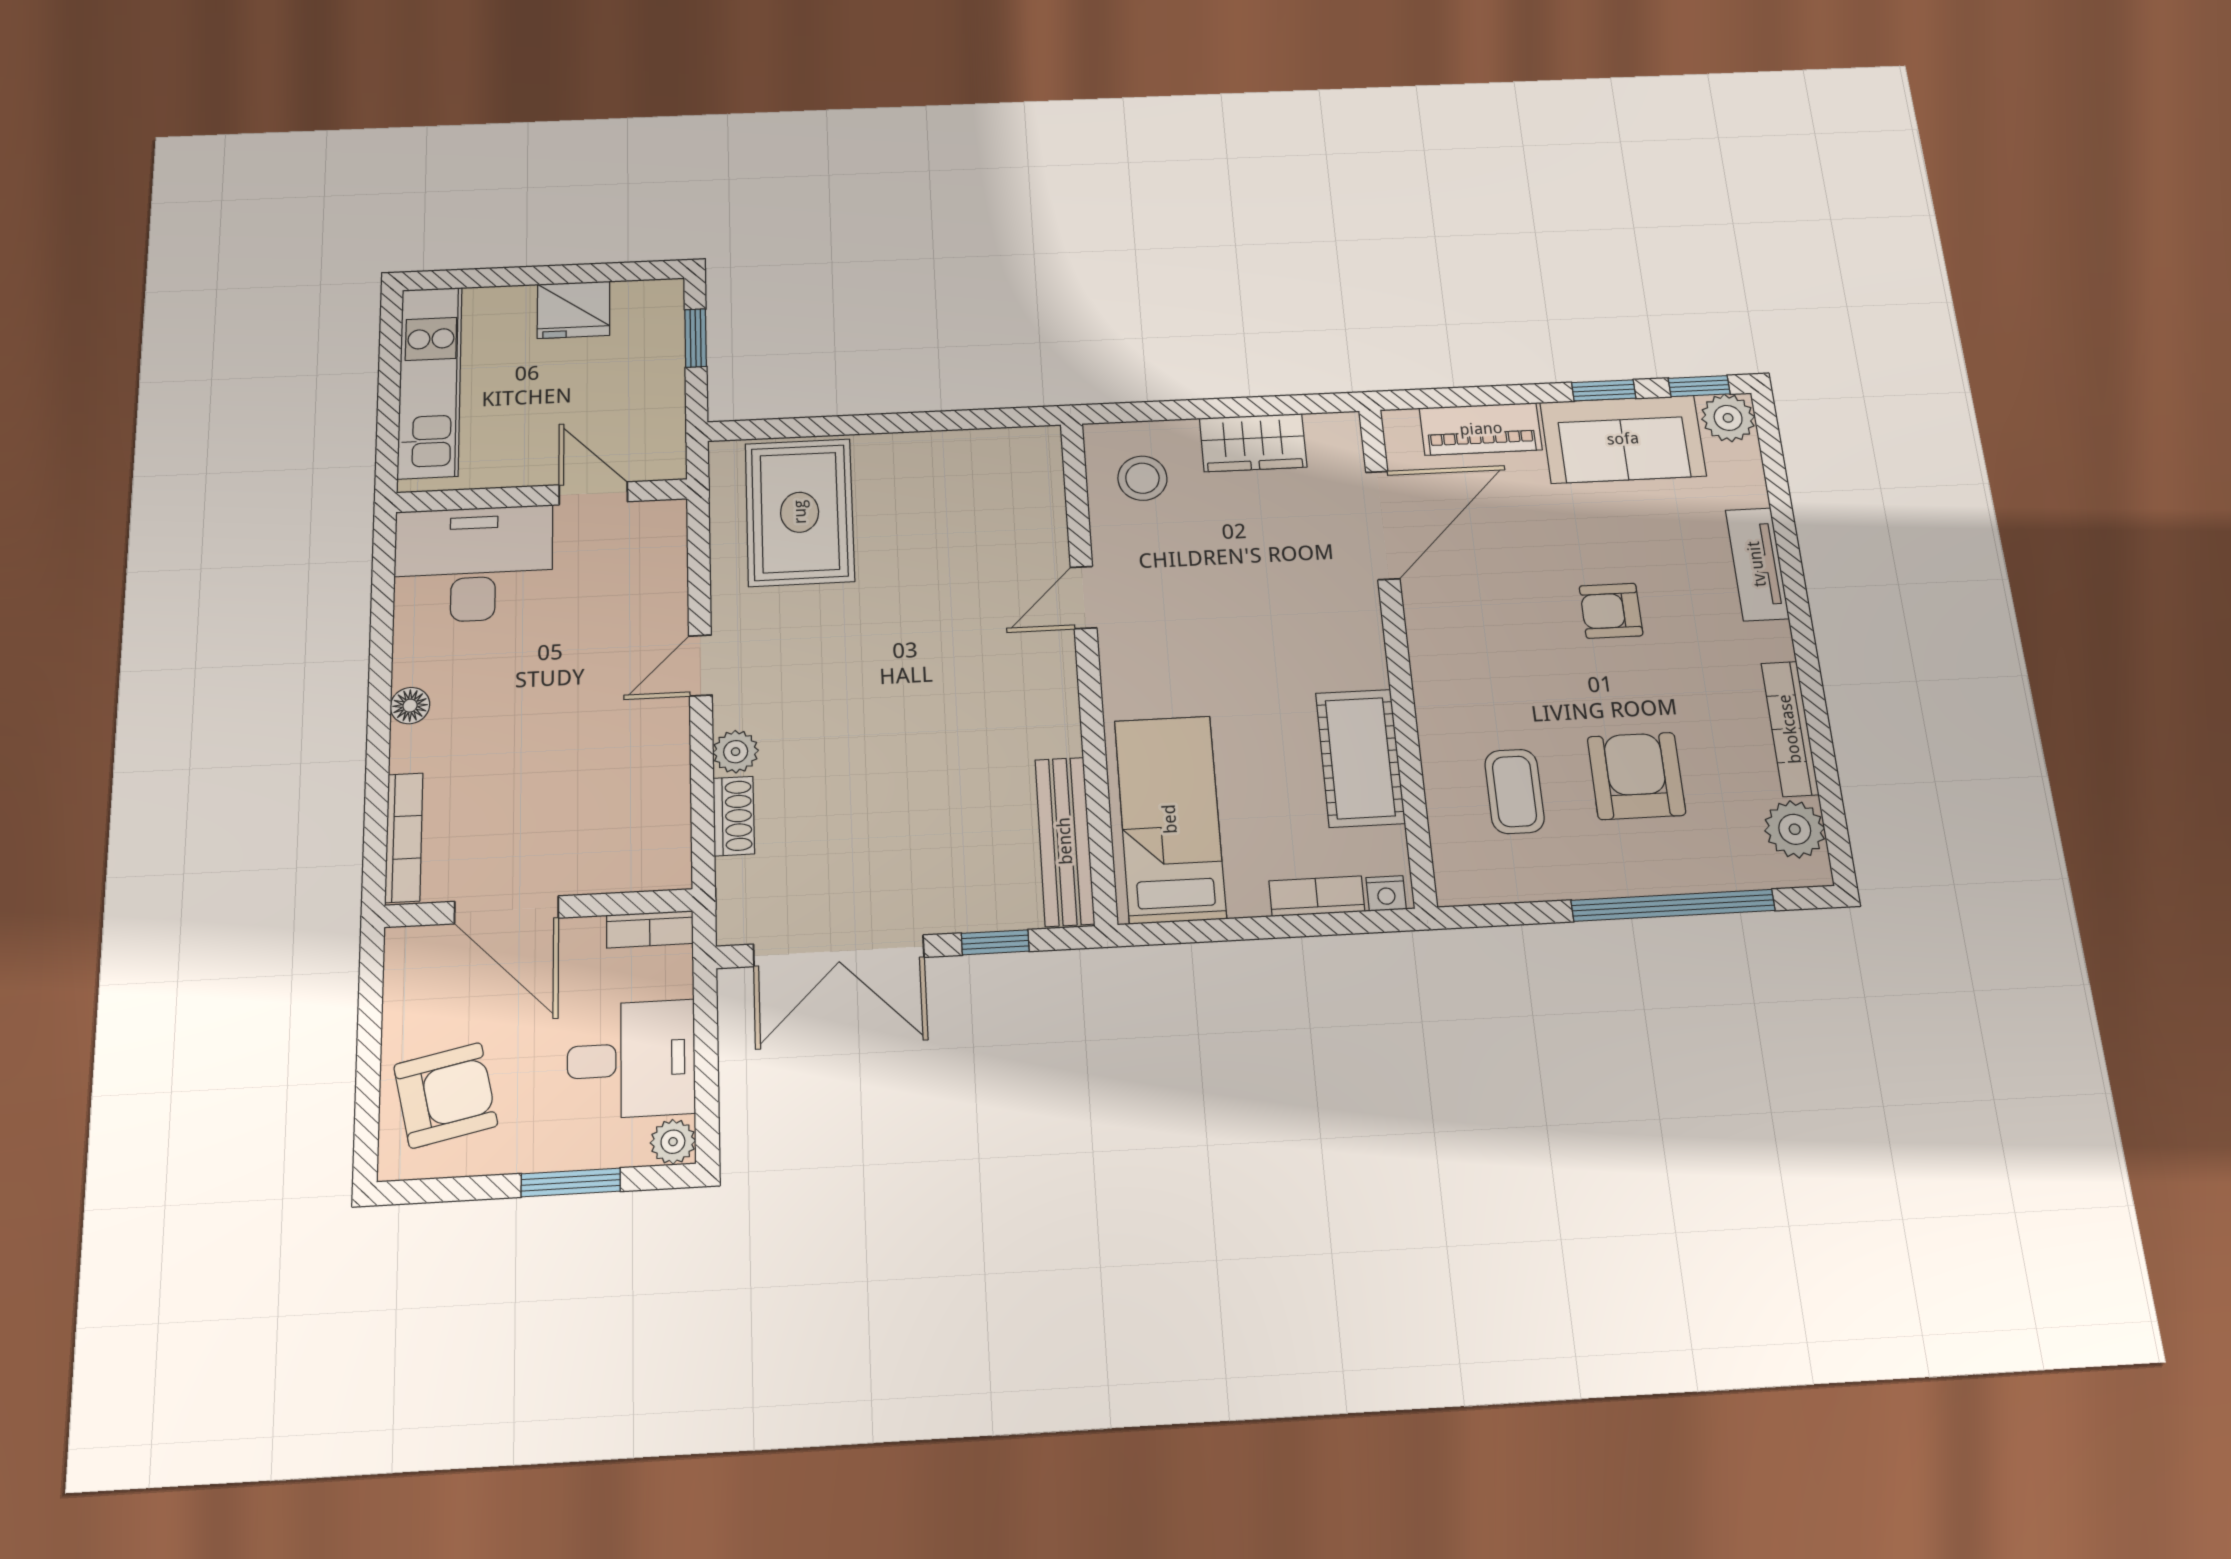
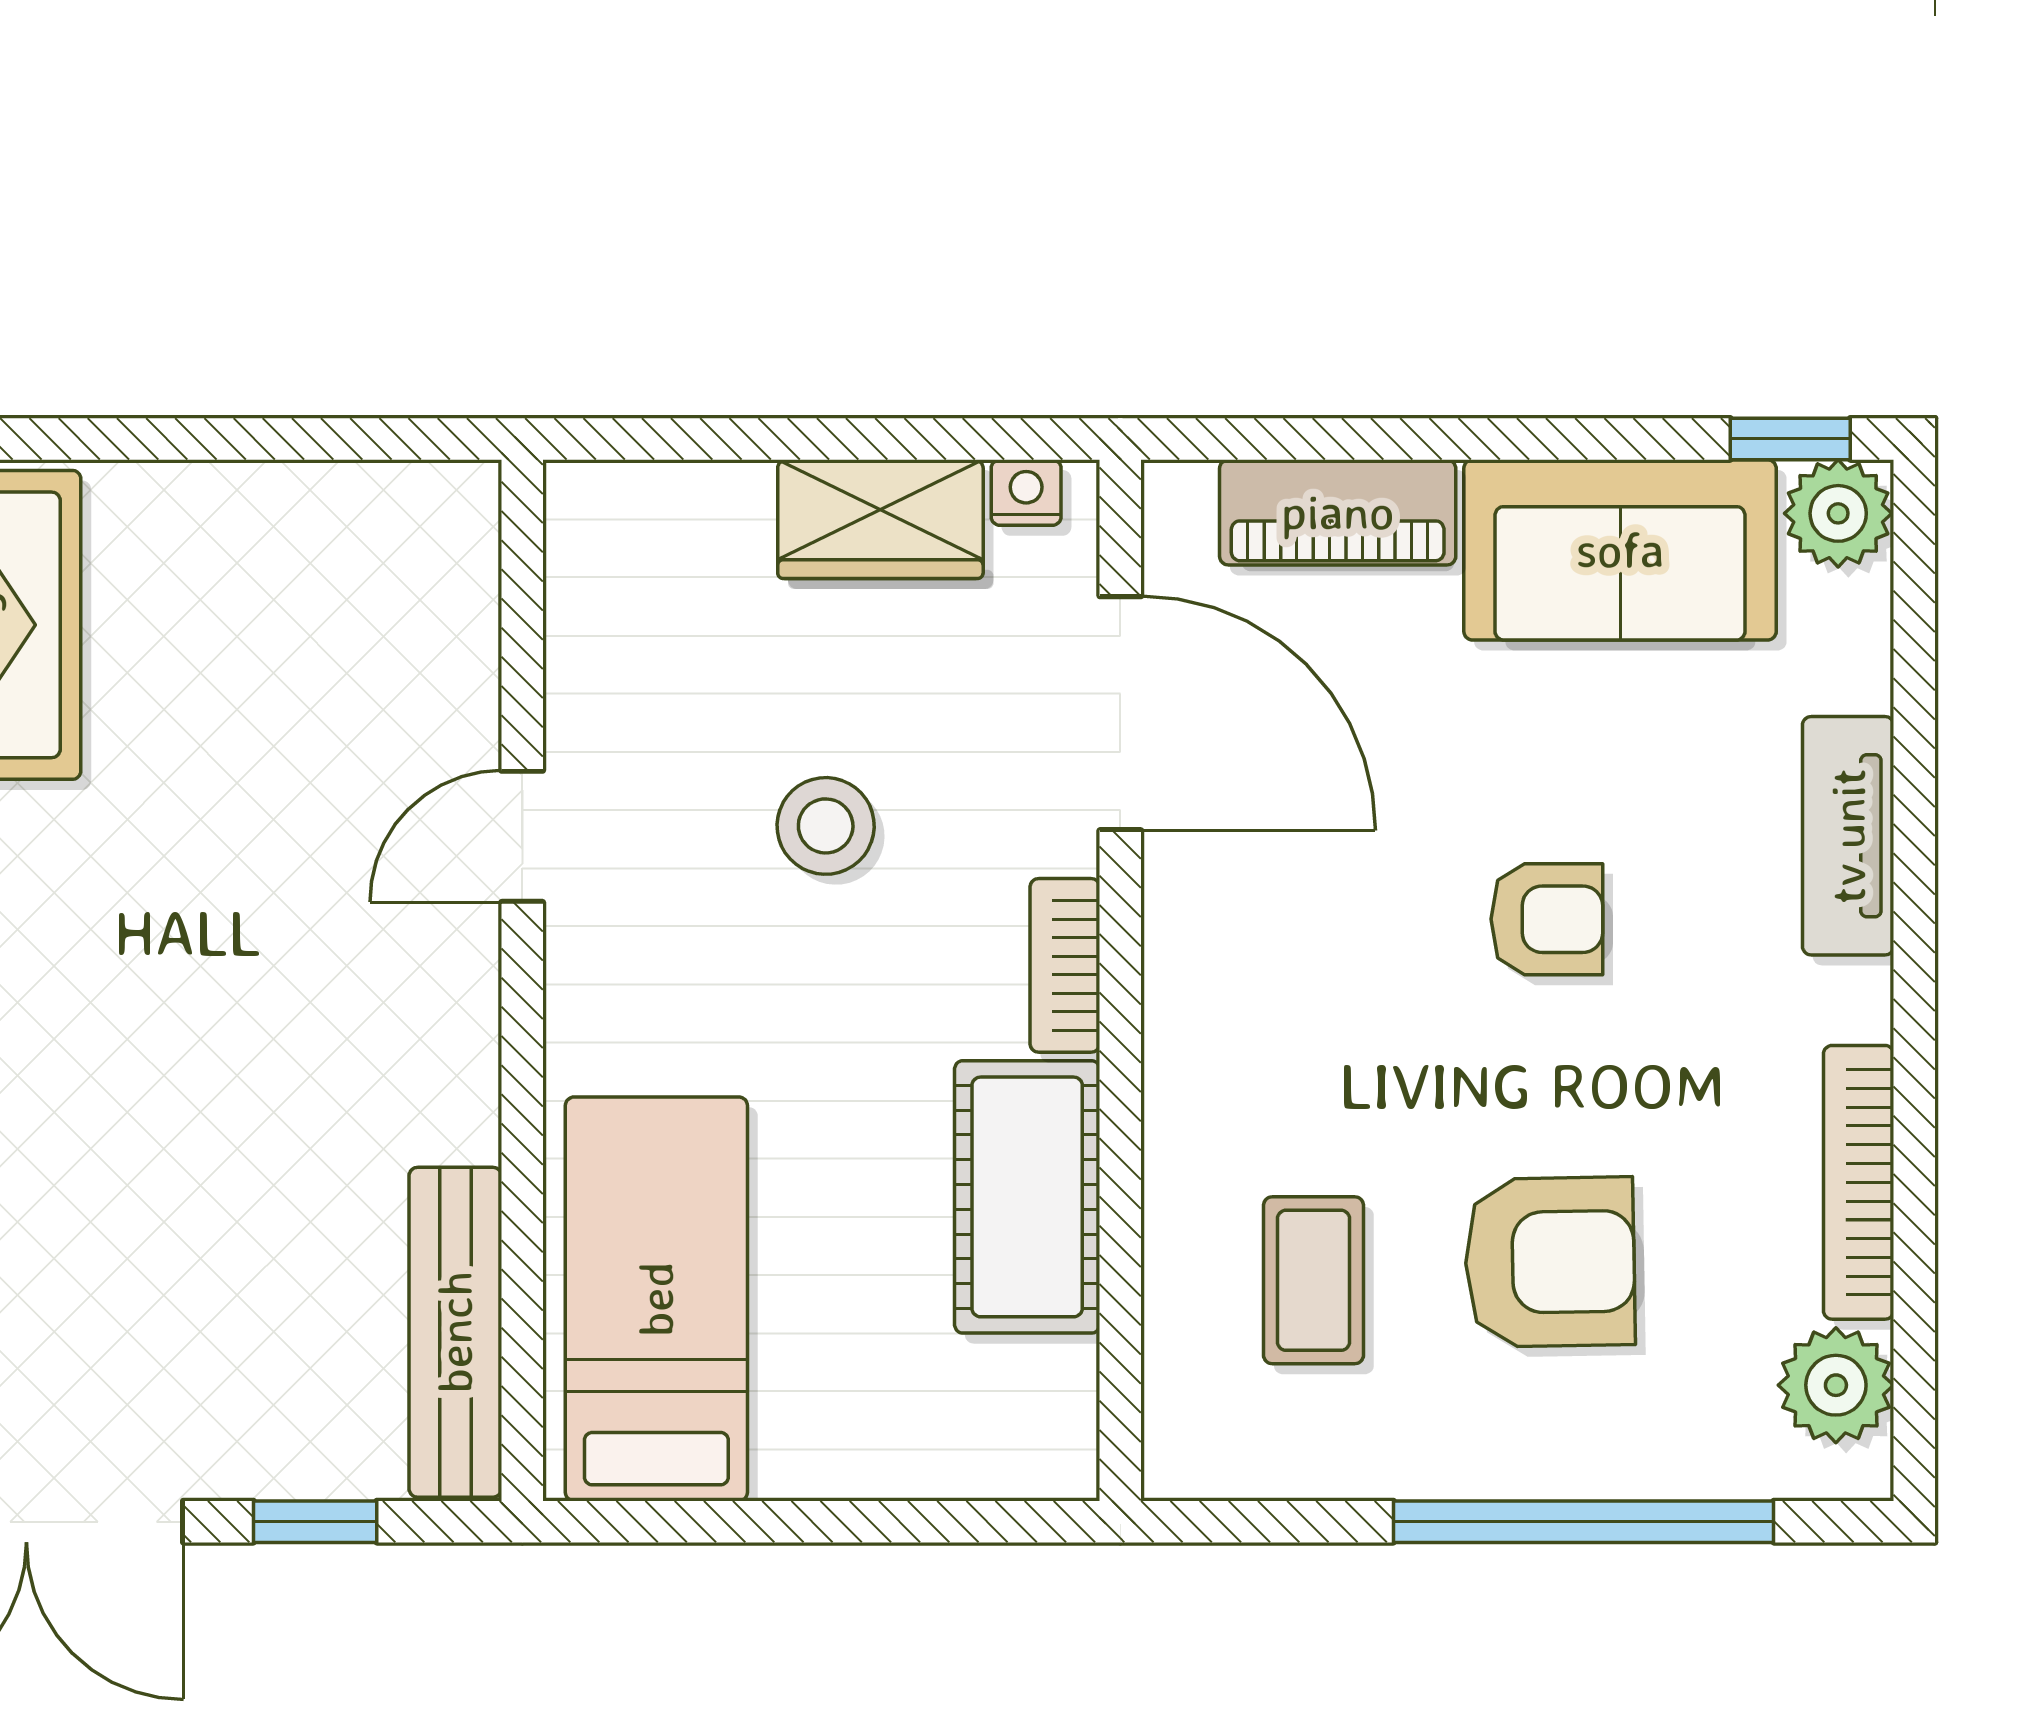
window: (1604, 390) -> (1596, 439), removed
stool: (1142, 478) -> (826, 826), moved
door: (1383, 525) -> (1120, 713), hinge flipped
armchair: (1611, 611) -> (1547, 919), turned 180
armchair: (1636, 776) -> (1550, 1262), turned 89
nightstand: (1386, 893) -> (1026, 492), moved, turned 180
bookcase: (1317, 896) -> (1065, 965), moved, turned -90

